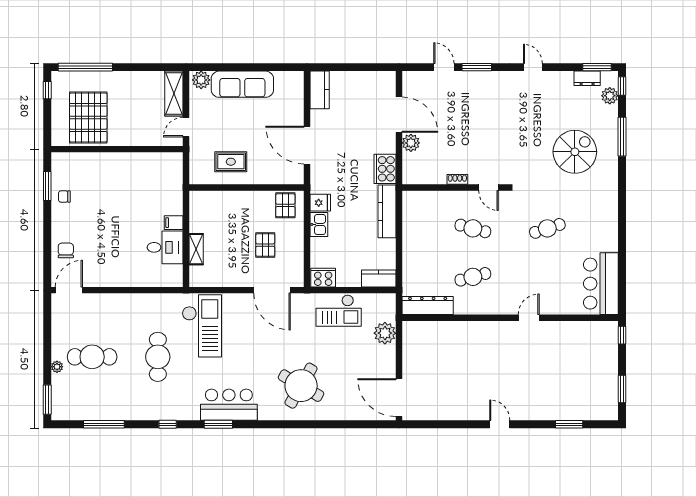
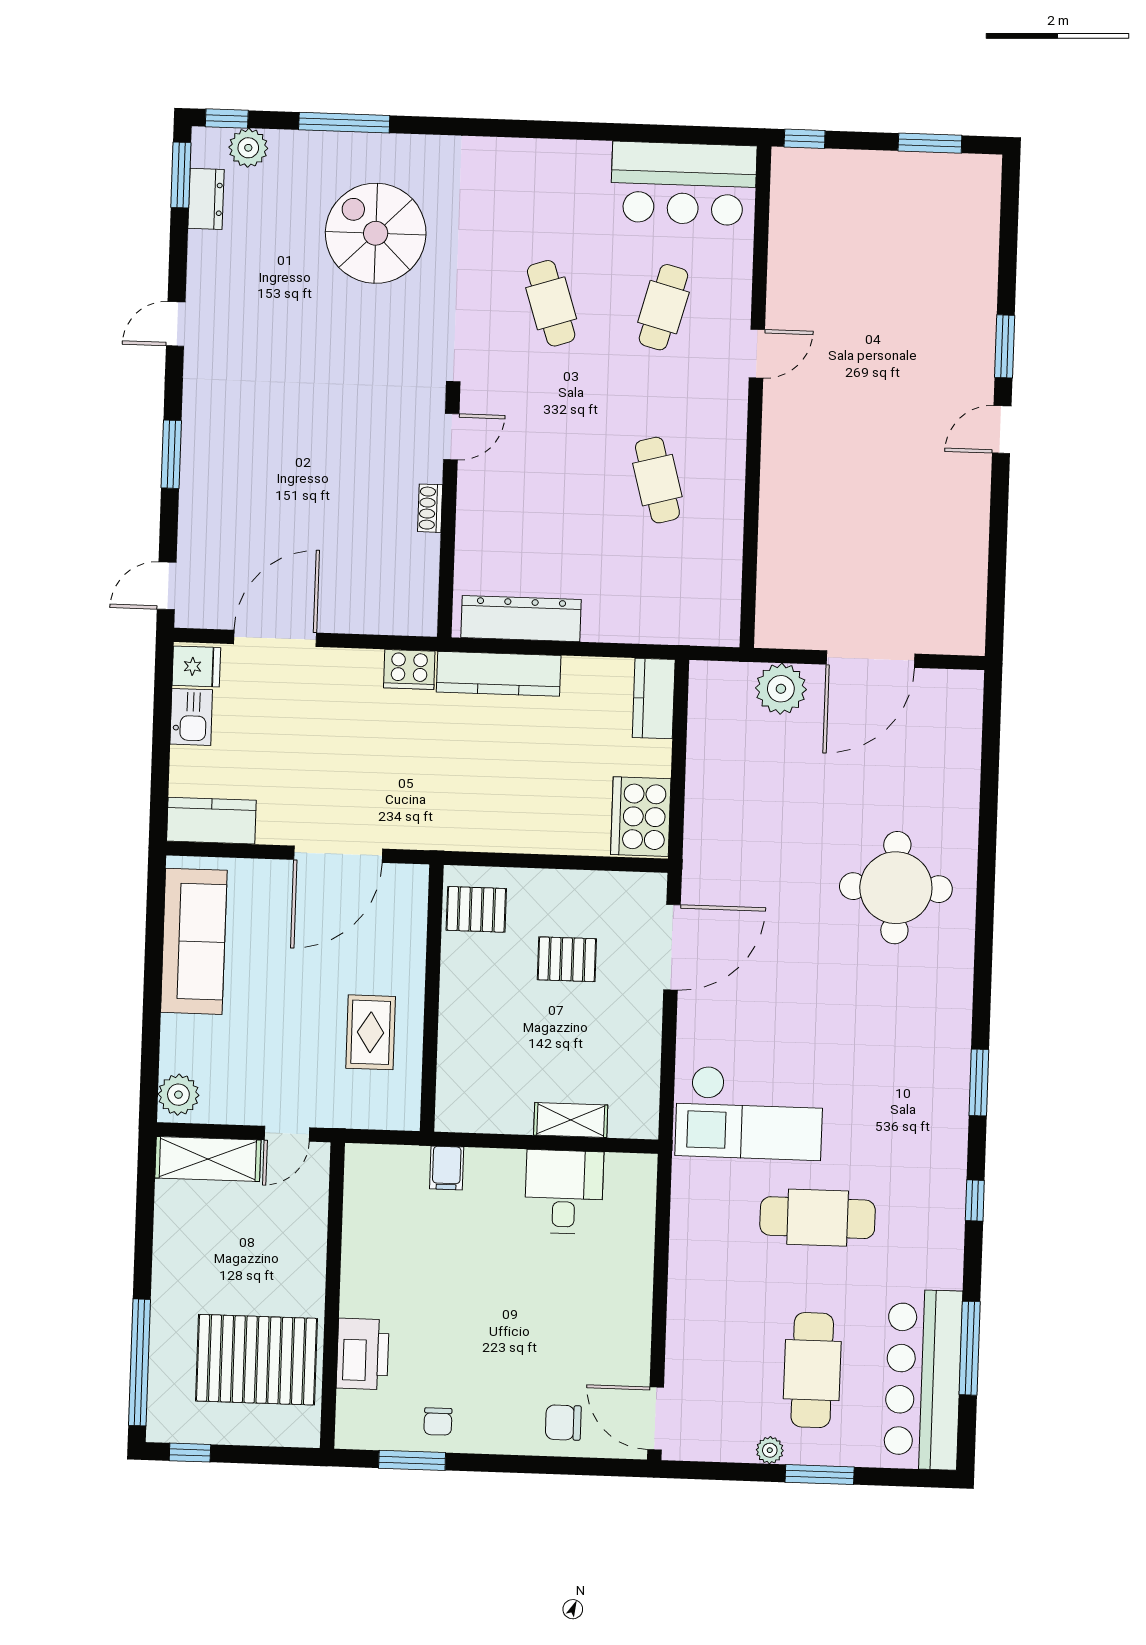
door: (444, 67) -> (167, 586), moved
sofa: (242, 84) -> (194, 941), moved
door: (186, 127) -> (287, 1134), hinge flipped
plant: (411, 143) -> (341, 613), removed
printer: (92, 163) -> (363, 1354), added
cooker: (385, 169) -> (409, 670), width x0.73, depth x0.76
fridge: (320, 203) -> (196, 666), moved, turned 90
filing cabinet: (174, 223) -> (447, 1168), moved
kitchen sink: (319, 224) -> (191, 717), moved, turned 90
cafe table: (473, 228) -> (663, 307), moved
cooker: (323, 278) -> (641, 817), width x1.37, depth x1.31
dresser: (428, 306) -> (521, 619), moved, turned 90
checkout: (339, 311) -> (725, 794), removed
door: (529, 318) -> (757, 354), swing flipped
checkout: (202, 326) -> (749, 1113), turned 180
plant: (57, 367) -> (770, 1450), moved
round table: (301, 386) -> (896, 888), turned -30
door: (399, 398) -> (870, 659), moved
window: (47, 400) -> (820, 1475), moved
bar counter: (229, 405) -> (923, 1380), moved, width x1.36
window: (569, 424) -> (1005, 346), moved

